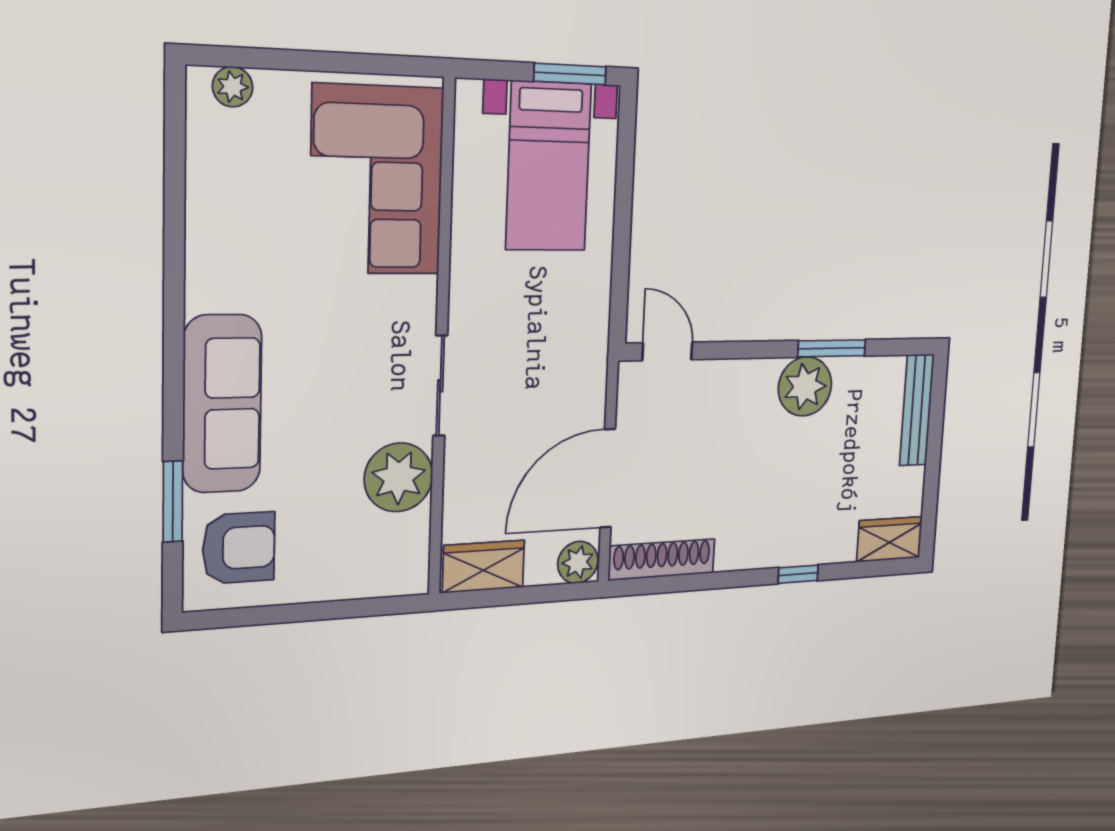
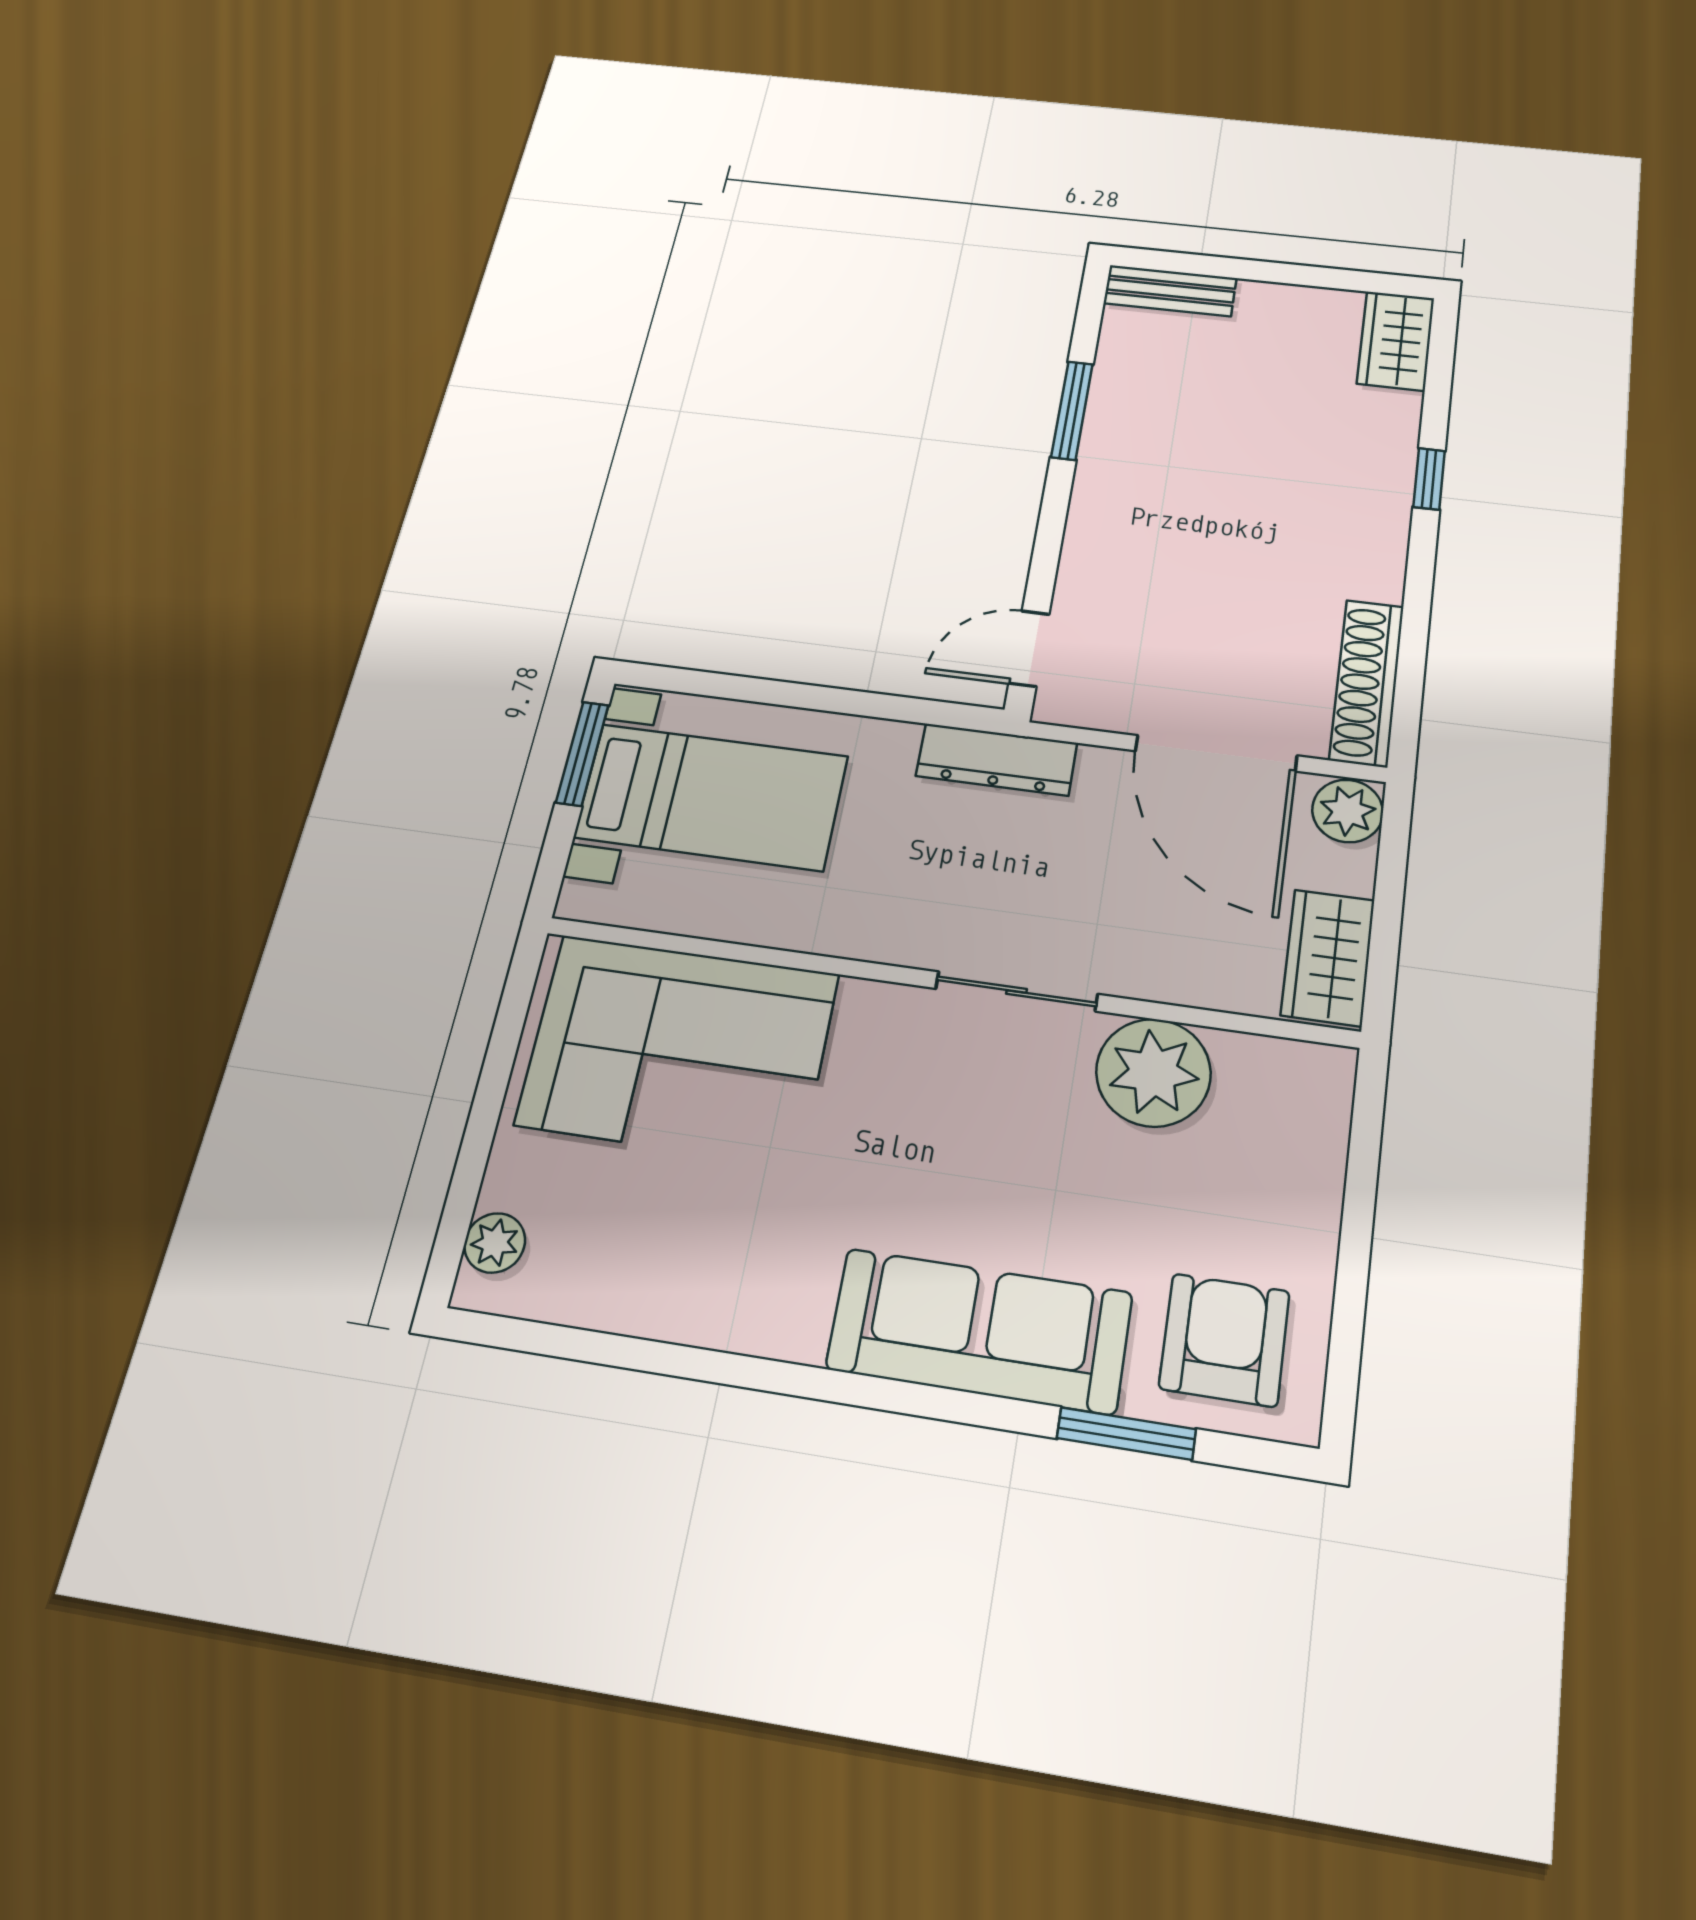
dresser: (591, 345) -> (997, 759), added
plant: (805, 386) -> (1124, 452), removed
bench: (917, 410) -> (1170, 291), width x0.73

